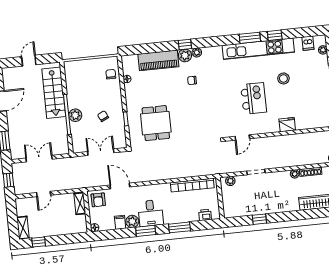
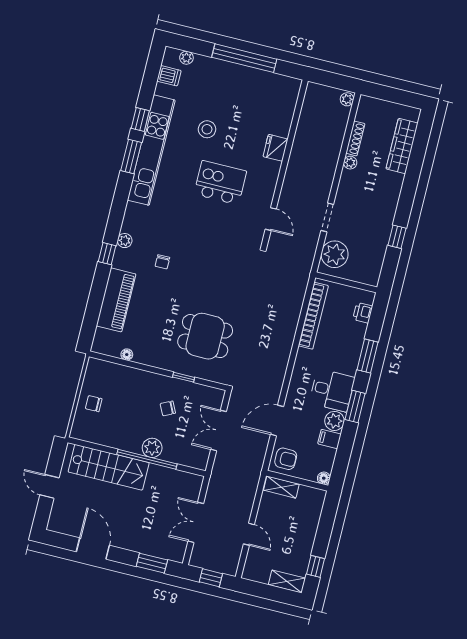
plant: (185, 55) -> (123, 259), removed
chair: (111, 74) -> (94, 404), moved
plant: (230, 181) -> (335, 254), width x1.88, depth x1.88

